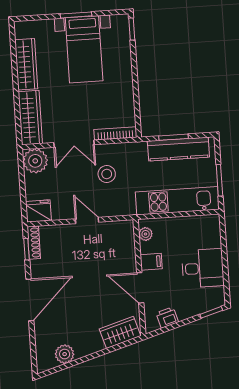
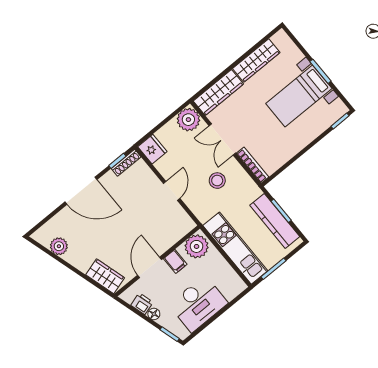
plant: (146, 234) -> (197, 246), width x1.88, depth x1.88
desk: (203, 268) -> (198, 304), width x1.37
floor lamp: (184, 313) -> (154, 314), added

